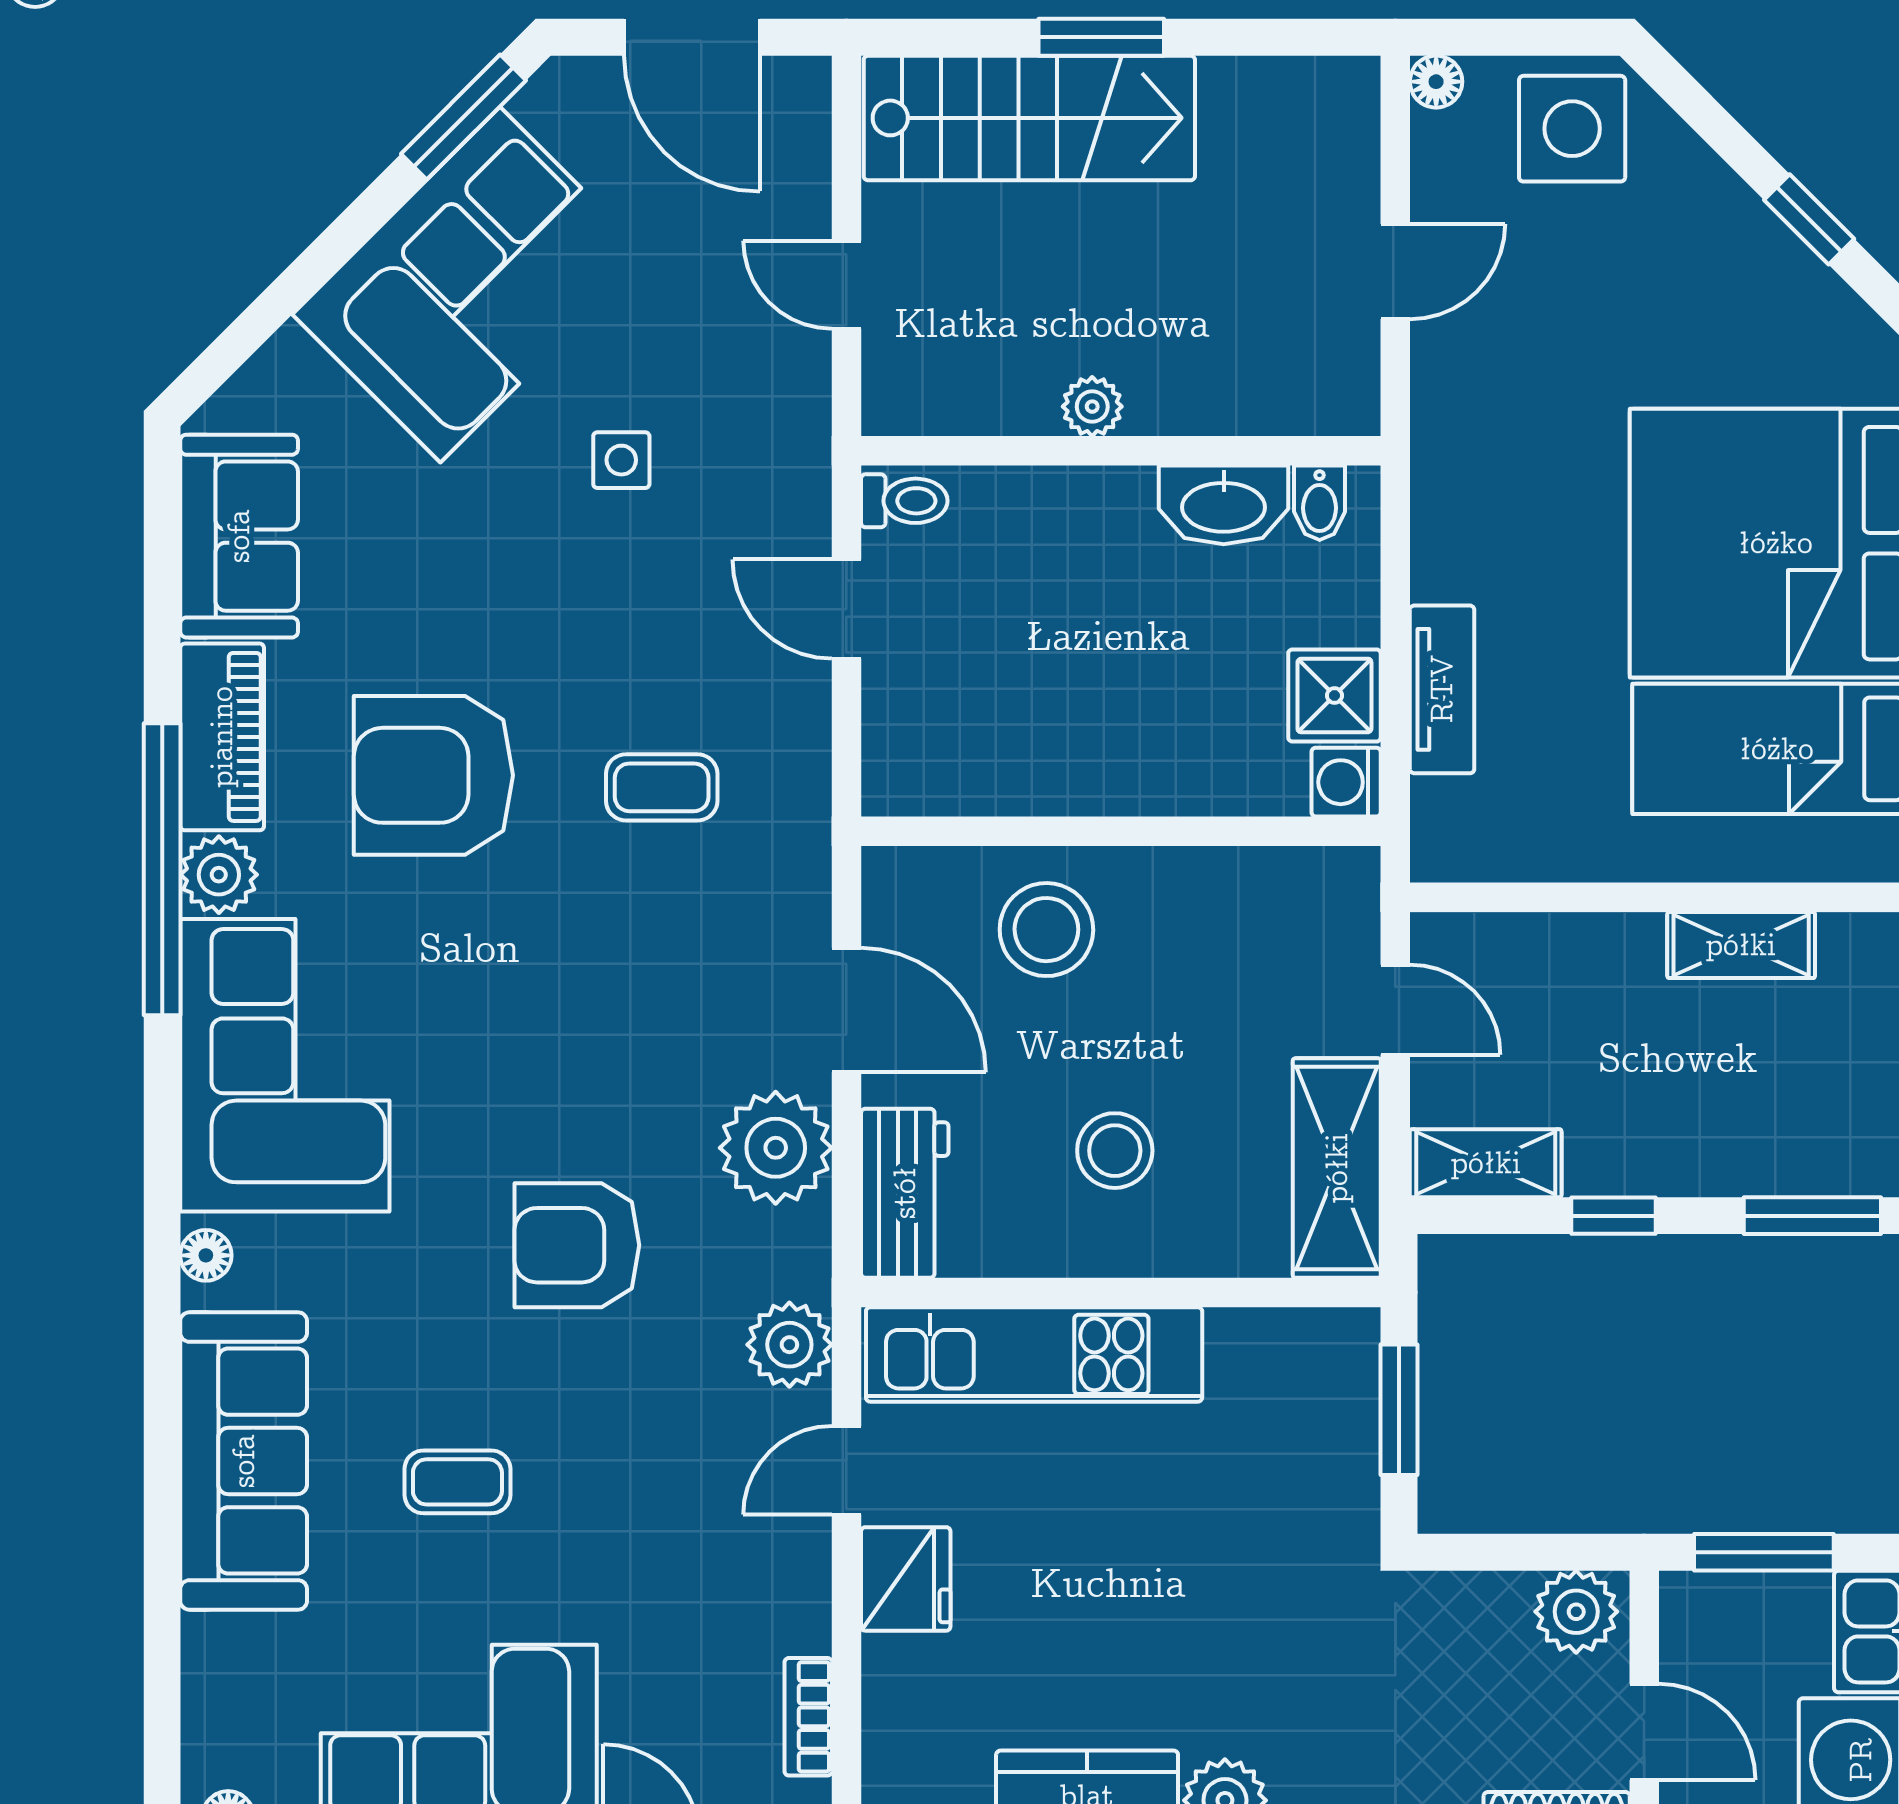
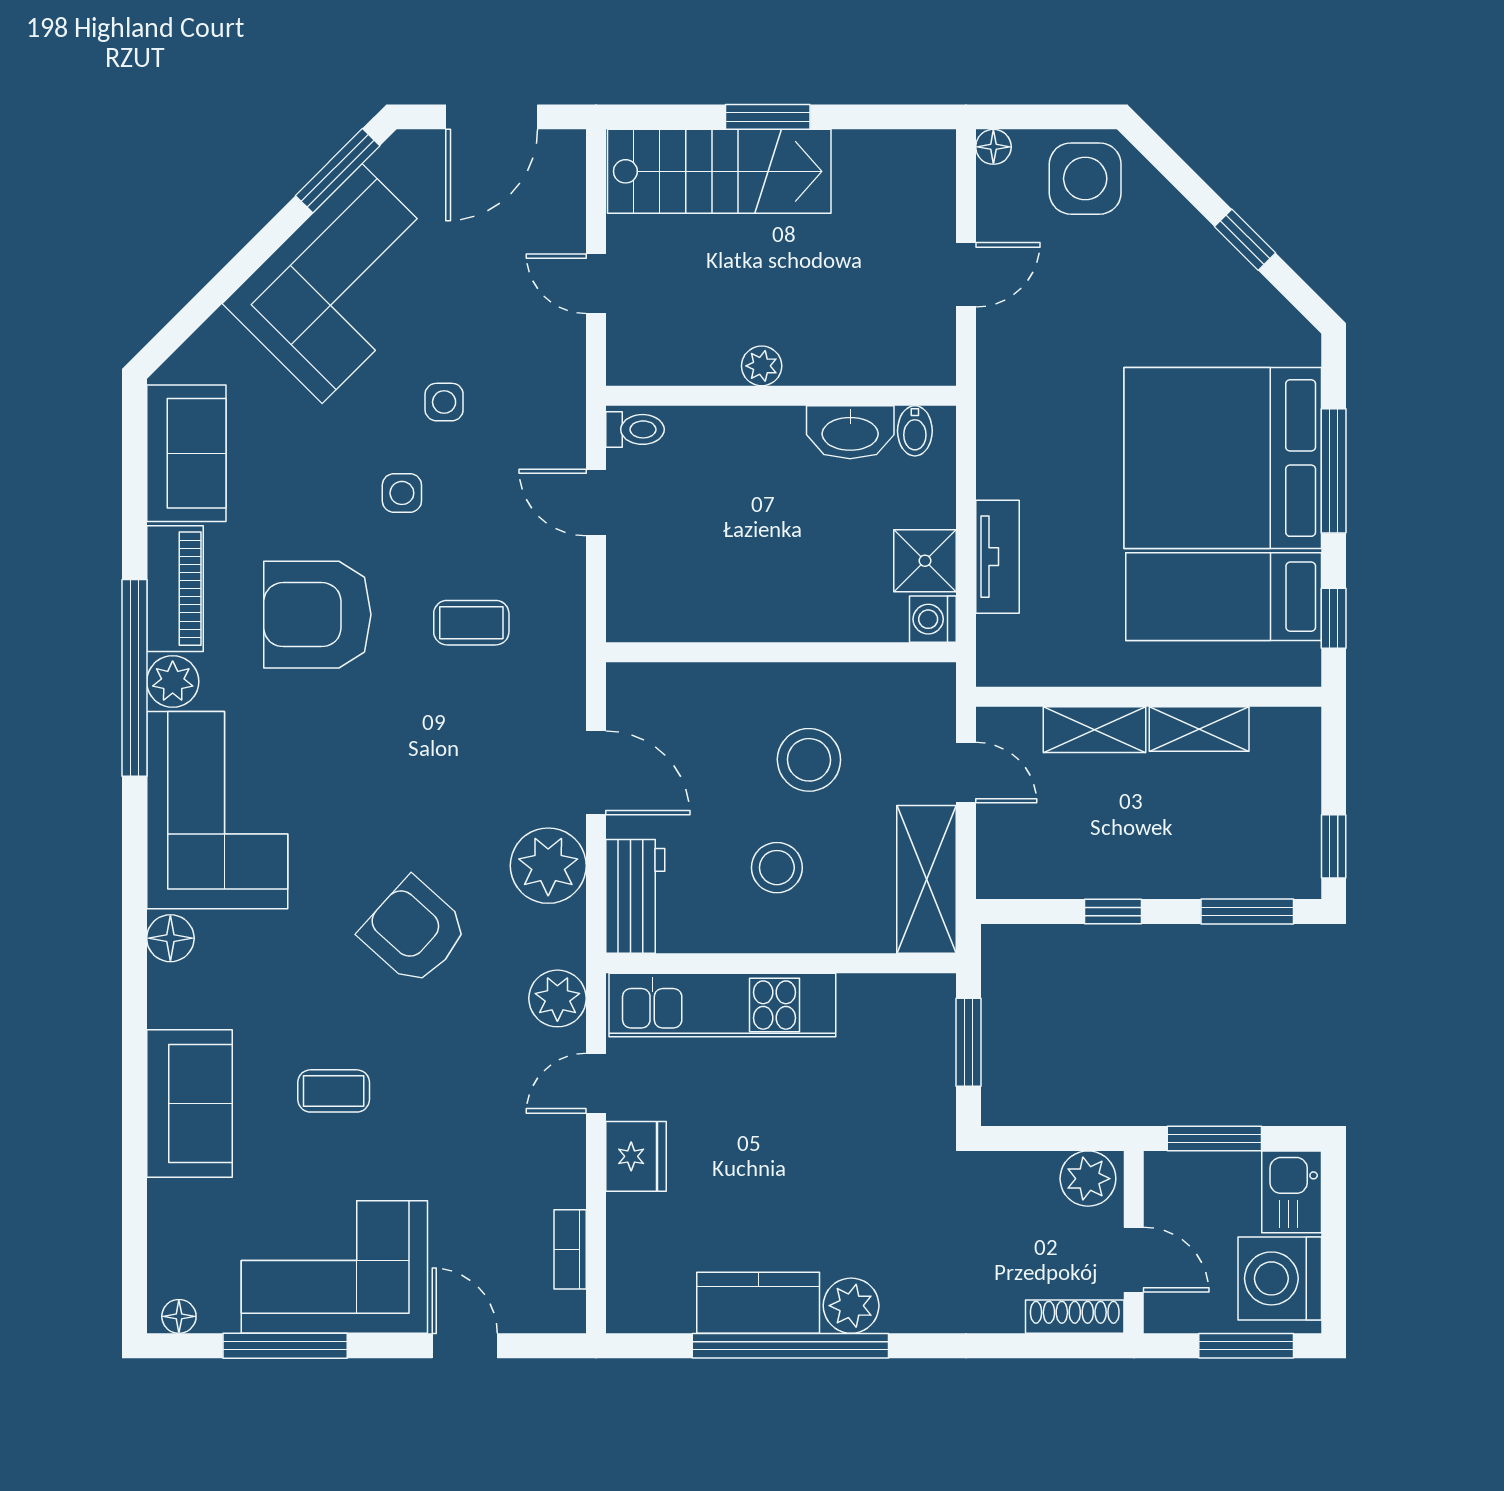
door: (692, 37) -> (492, 117), hinge flipped
side table: (559, 595) -> (402, 493), added
stool: (1046, 930) -> (809, 760), moved
shelving: (1486, 1163) -> (1094, 730), moved
armchair: (577, 1245) -> (414, 931), turned 42
floor lamp: (206, 1255) -> (170, 938), width x1.37, depth x1.37
sofa: (244, 1461) -> (189, 1103), width x0.73

